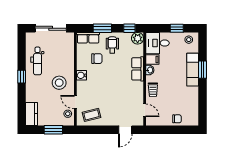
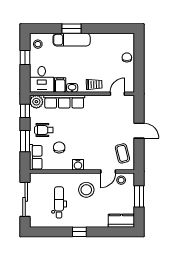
dental chair: (38, 61) -> (59, 202), moved, turned -90
row of seats: (138, 69) -> (64, 102), width x1.48
door: (125, 130) -> (139, 131), moved

